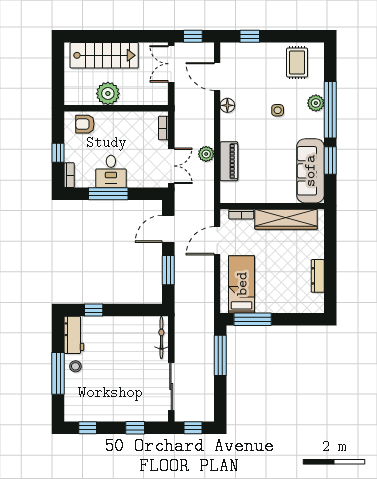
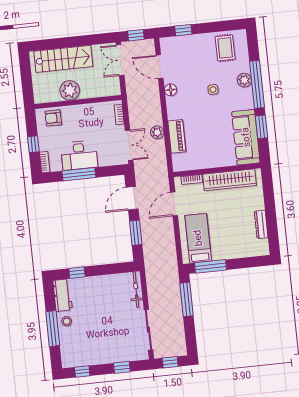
desk: (111, 171) -> (79, 155), width x1.37

